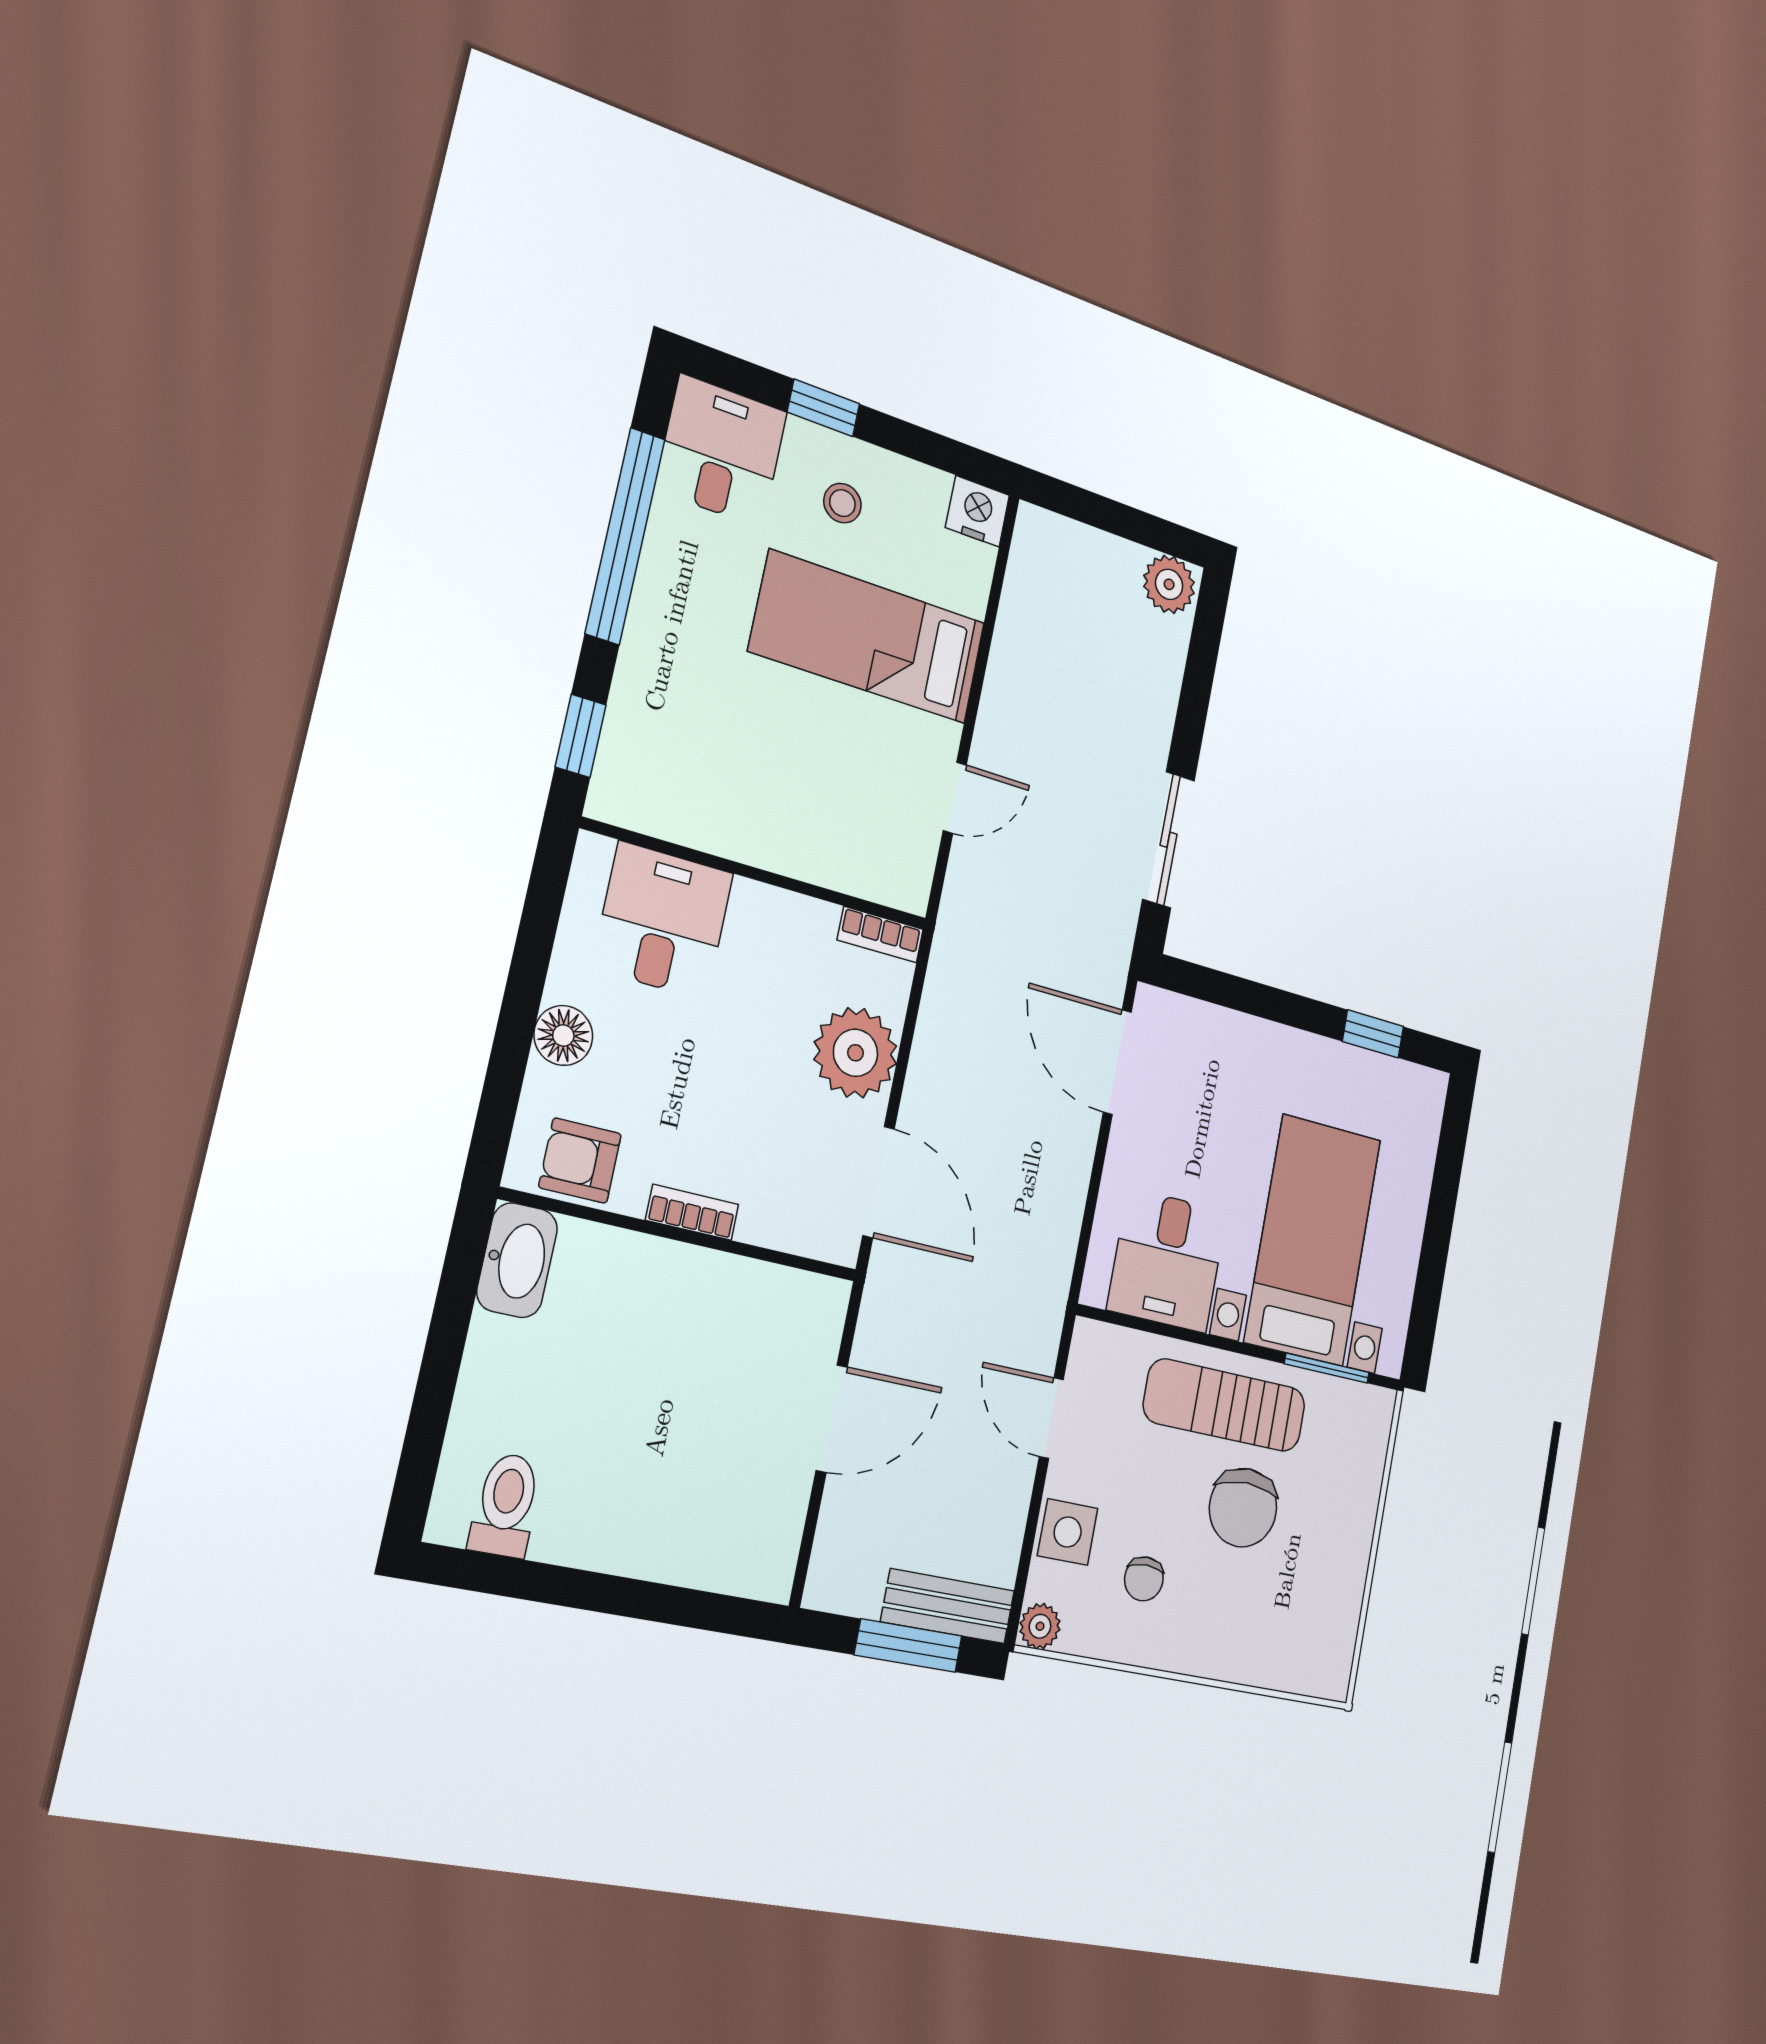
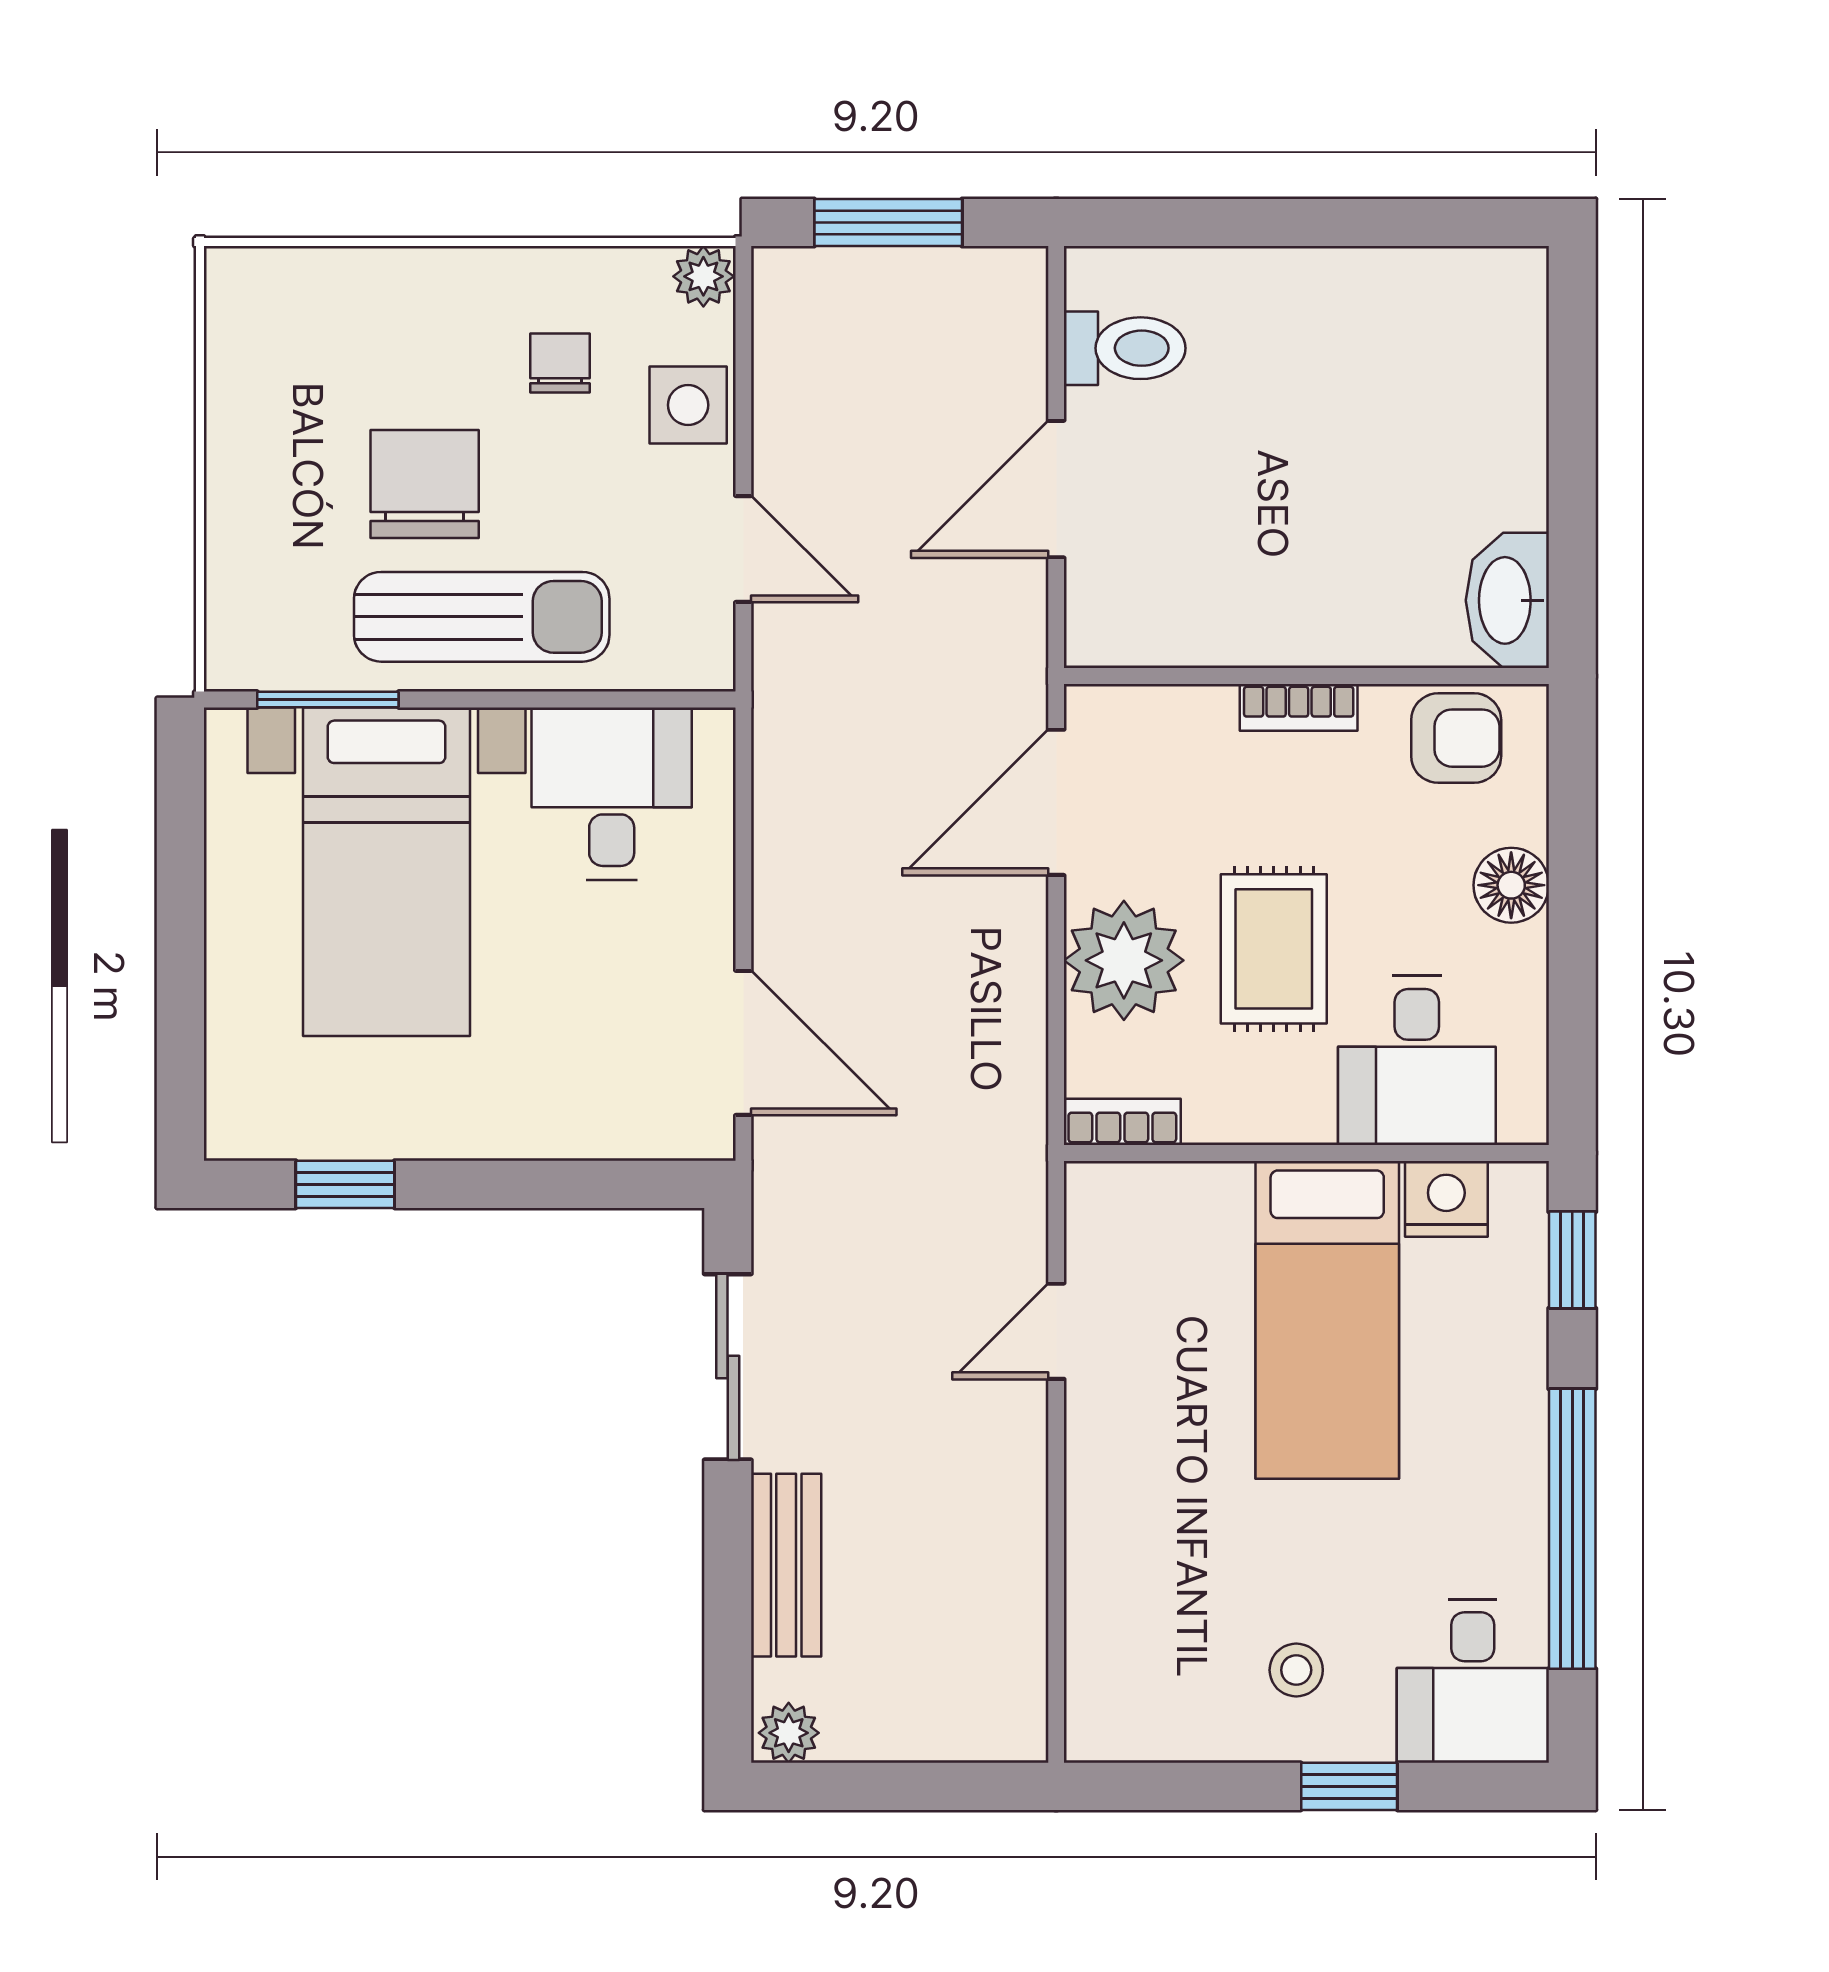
nightstand: (977, 511) -> (1446, 1199), moved, turned 180
plant: (1169, 584) -> (789, 1733), width x0.73, depth x0.73
bed: (868, 637) -> (1327, 1320), moved, turned 90
rug: (749, 1033) -> (1274, 949), added
door: (879, 1182) -> (1056, 802), hinge flipped
toilet: (506, 1505) -> (1125, 348), moved, turned -90
bench: (948, 1606) -> (786, 1565), moved, turned 90

